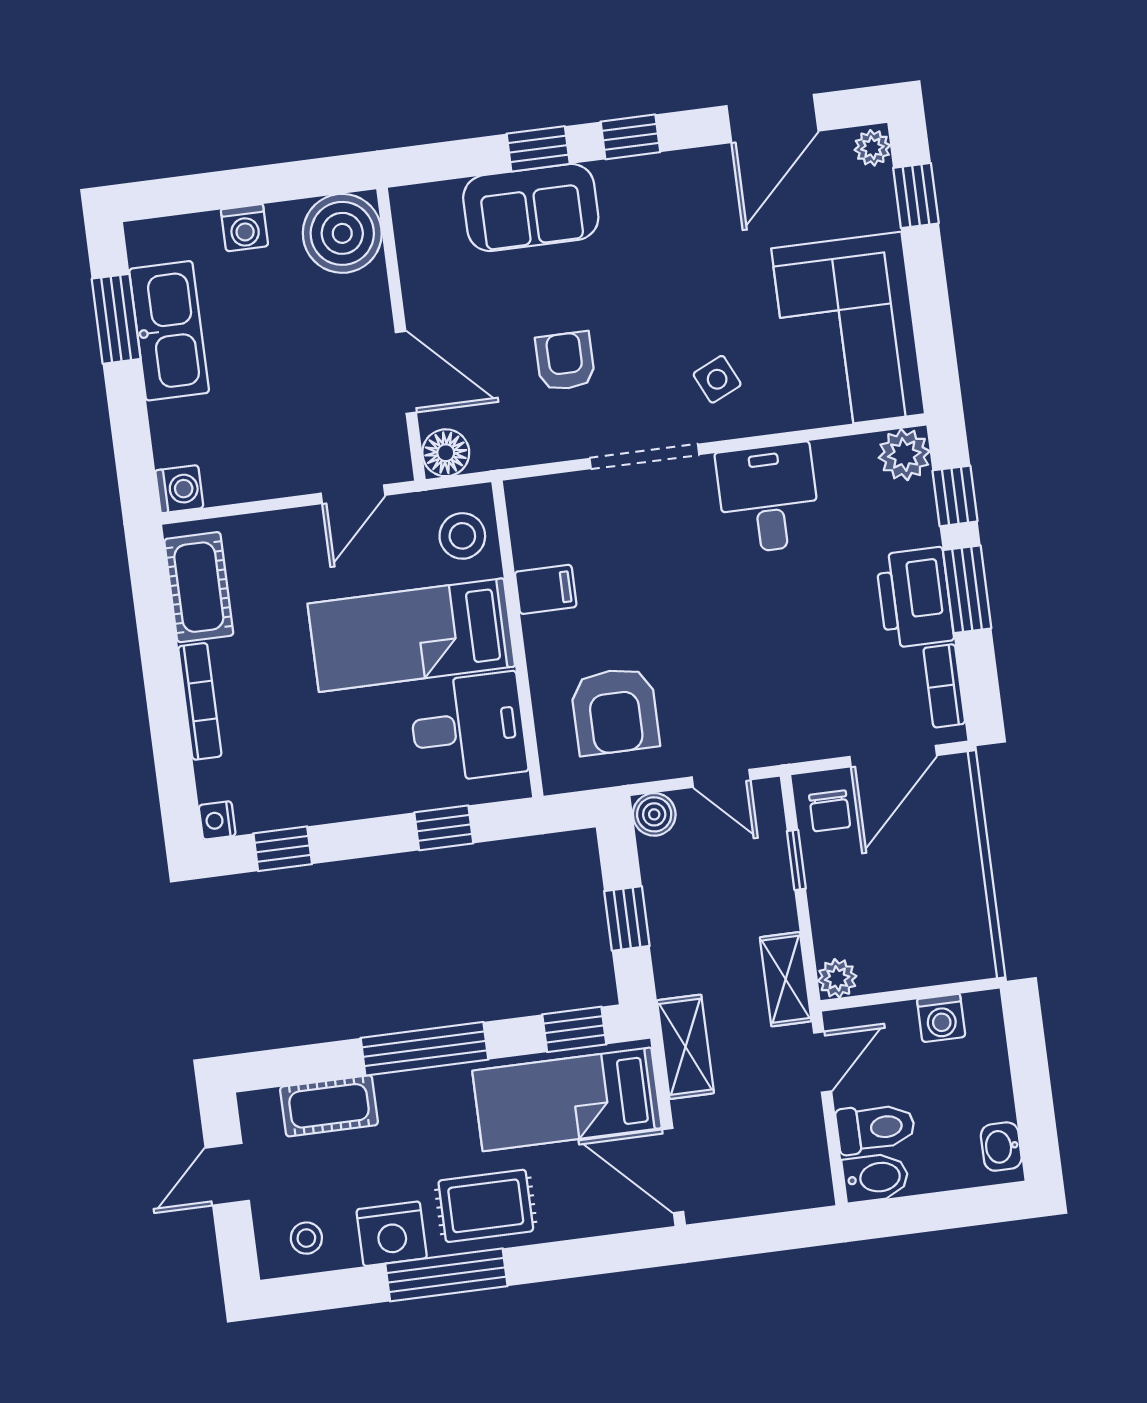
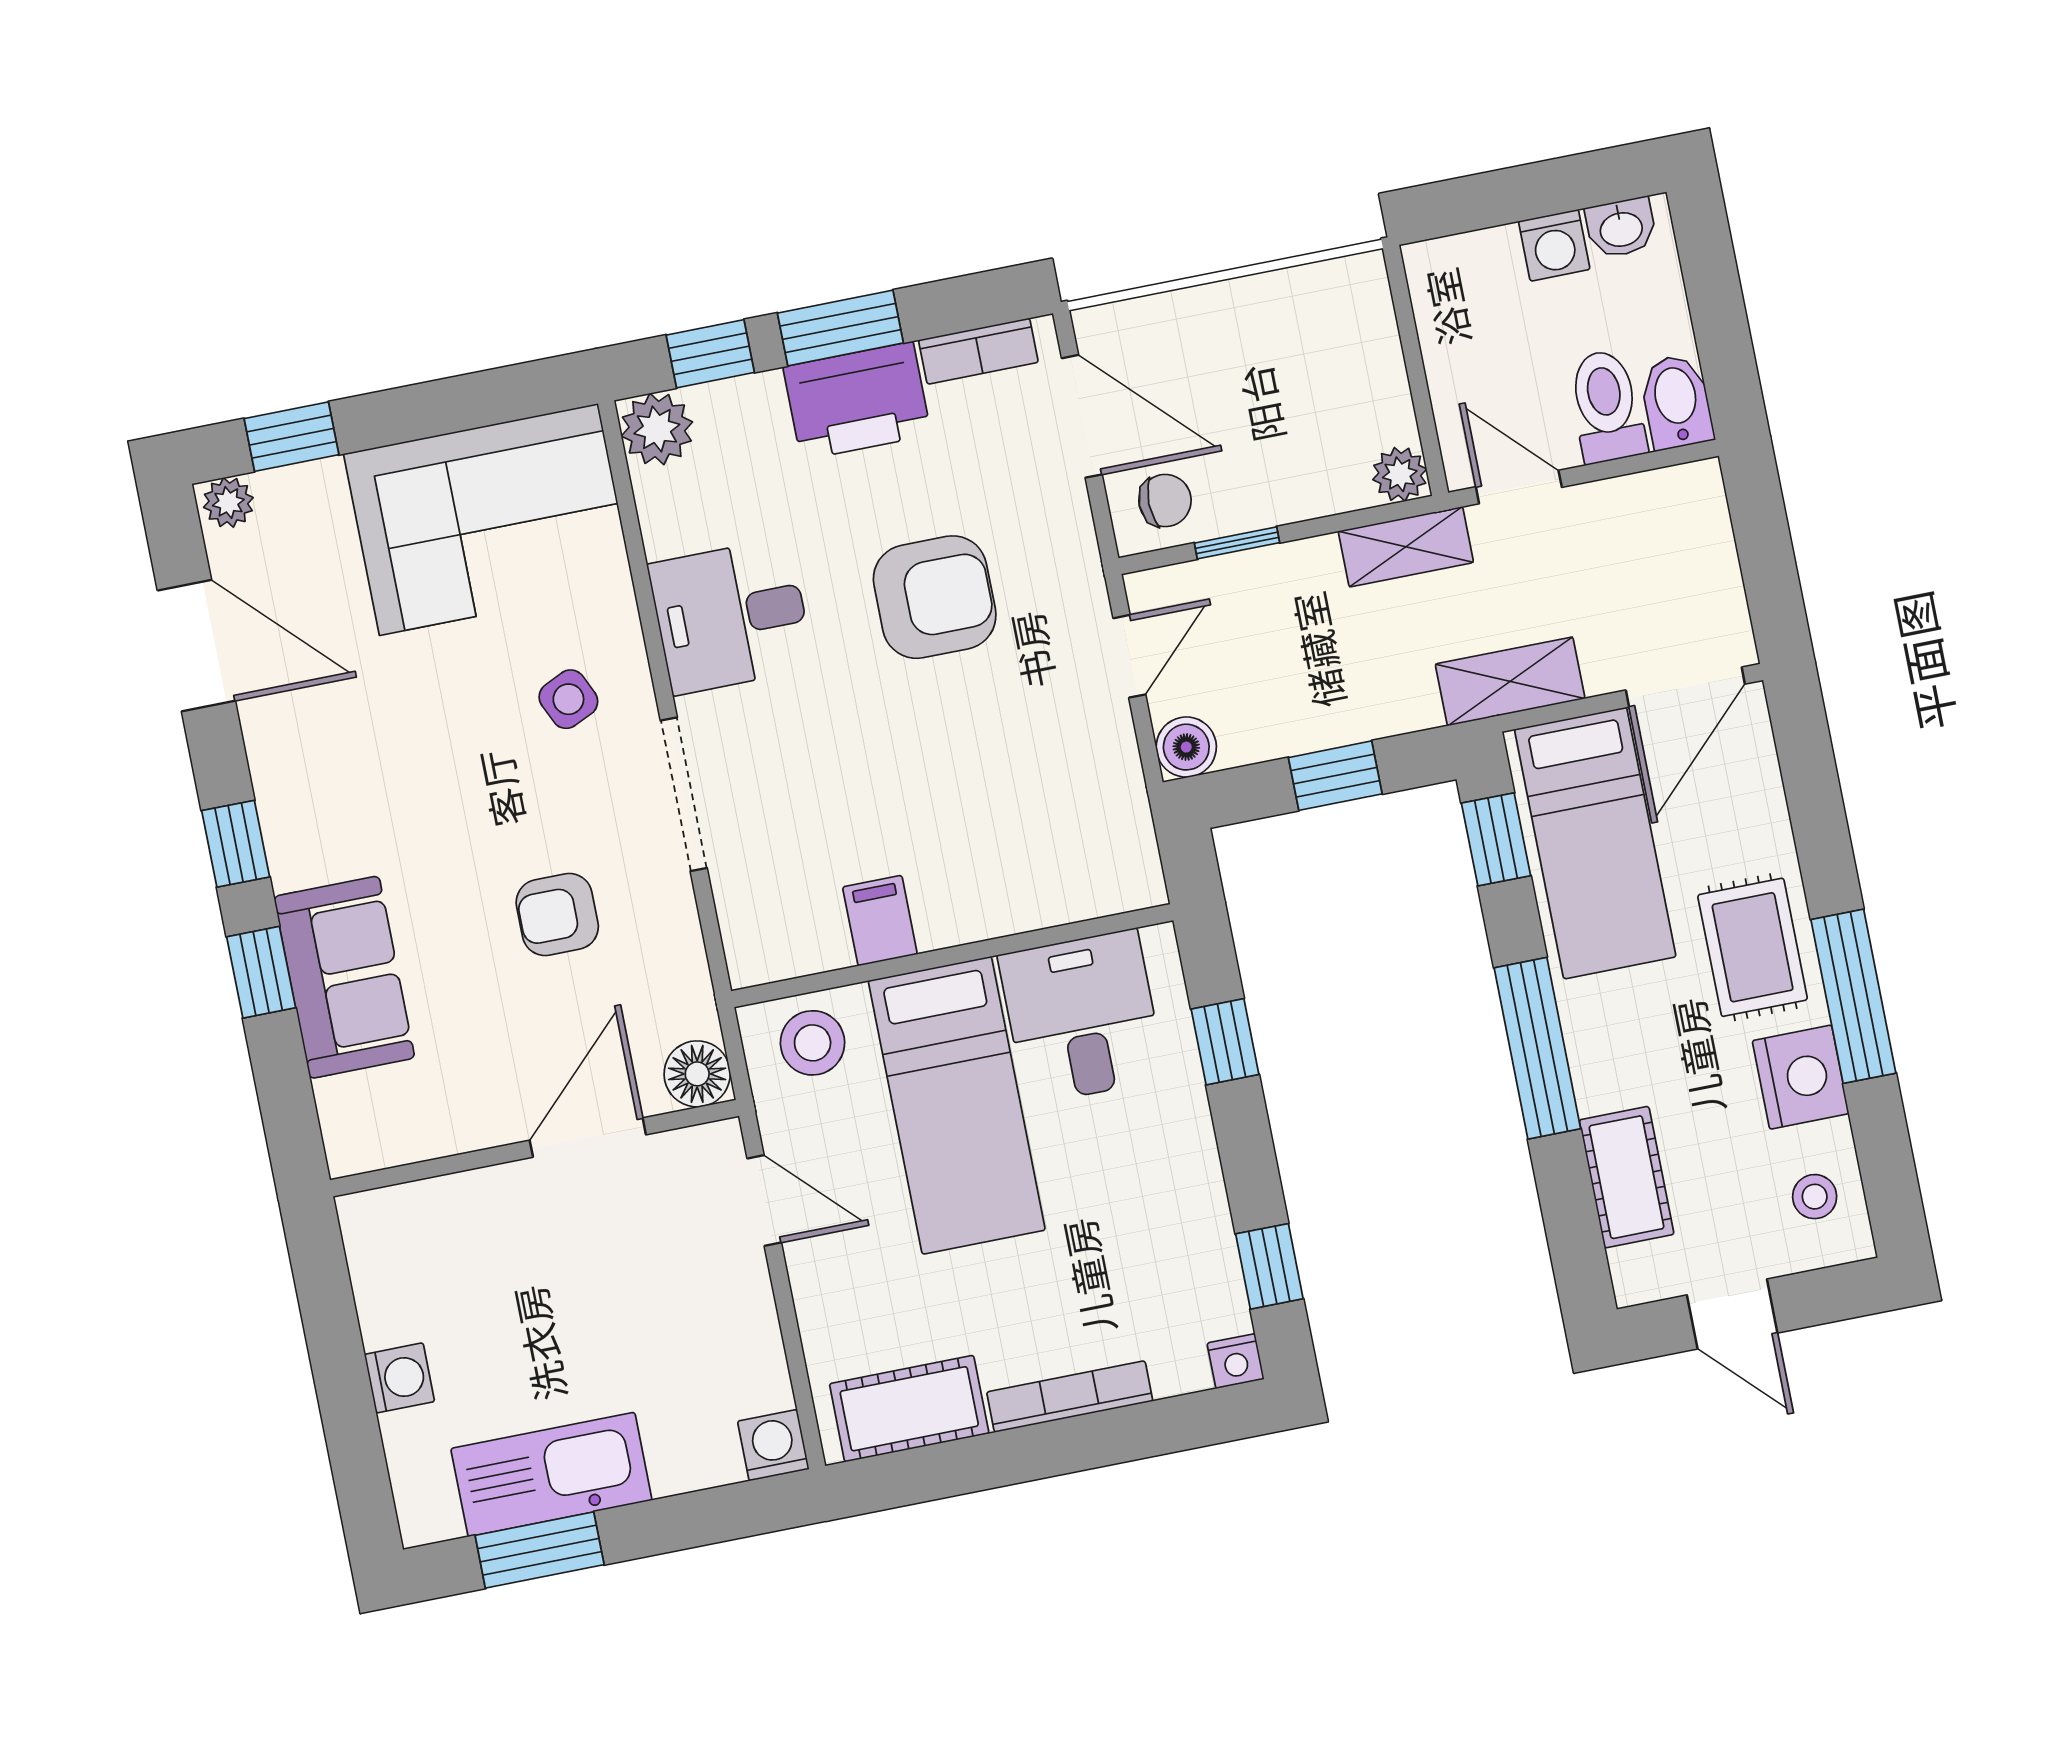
boiler: (342, 233) -> (398, 1240), removed
armchair: (615, 711) -> (935, 597), moved
washing machine: (941, 1018) -> (1554, 245), moved, turned 90

